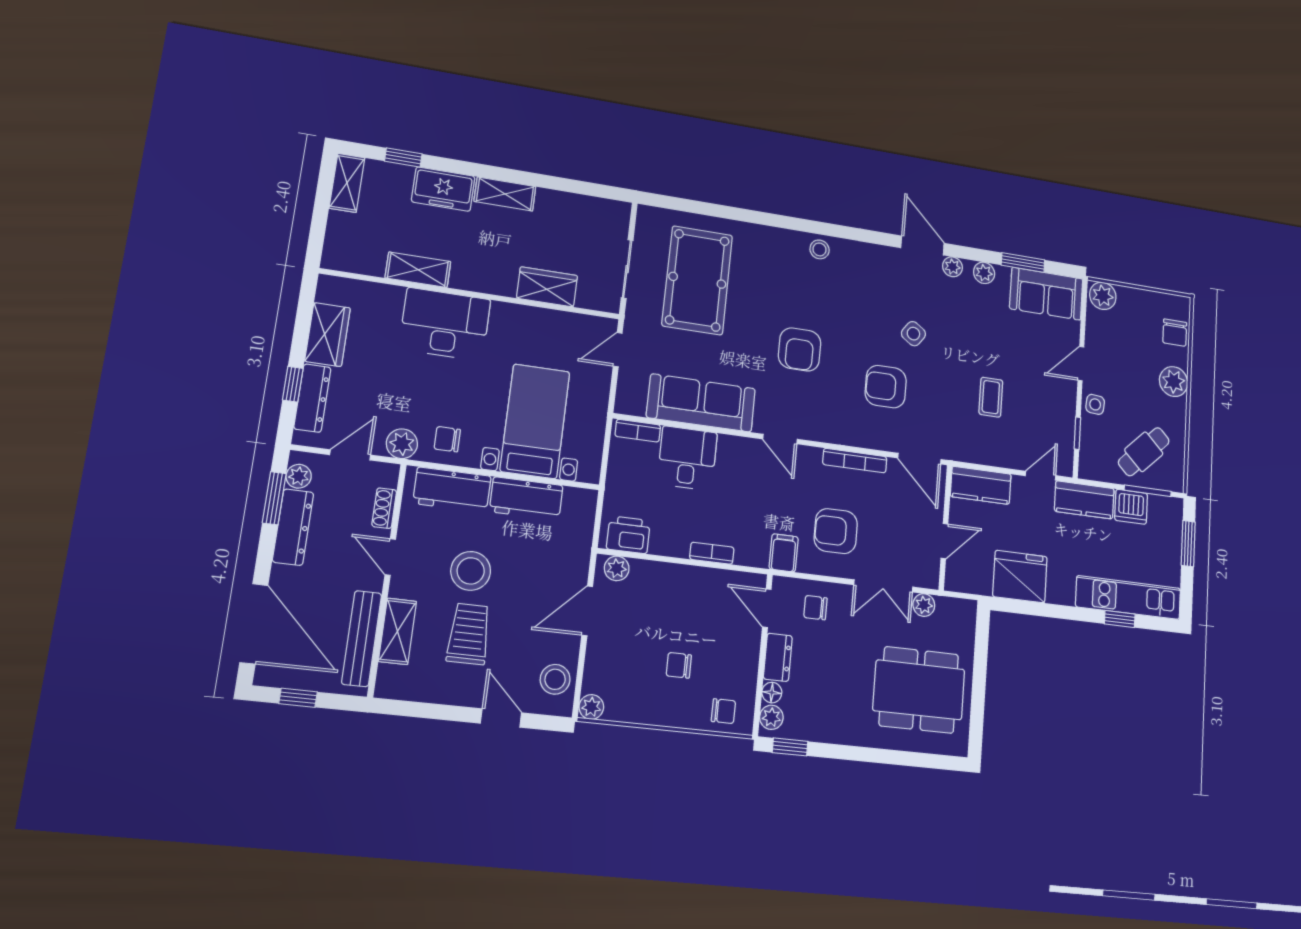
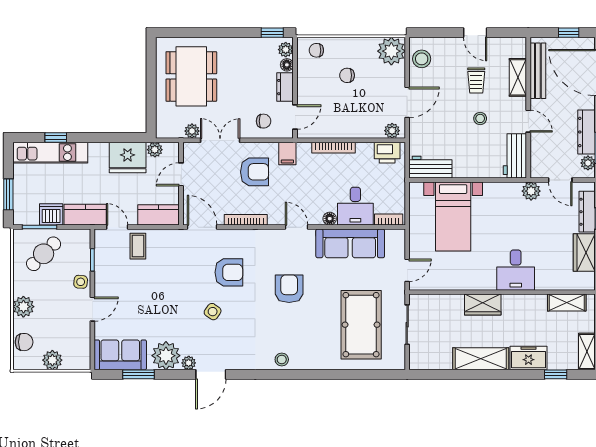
shelving: (505, 194) -> (481, 359), width x1.50, depth x1.33
door: (923, 245) -> (211, 374), hinge flipped
shelving: (418, 270) -> (567, 303), moved
plant: (984, 273) -> (166, 356), width x1.88, depth x1.88
wardrobe: (547, 287) -> (483, 304), moved
plant: (1103, 296) -> (52, 360), moved
desk: (445, 324) -> (516, 270), width x0.73
chair: (1175, 333) -> (24, 342), turned 90
coffee table: (991, 397) -> (138, 246), moved
chair: (447, 439) -> (505, 198), removed
floor lamp: (729, 445) -> (330, 219), added
door: (350, 455) -> (560, 180), hinge flipped
door: (1041, 476) -> (117, 227), swing flipped
workbench: (452, 490) -> (515, 156), moved, turned -90
workbench: (526, 499) -> (430, 167), moved
shoe rack: (384, 508) -> (536, 150), removed
bookcase: (712, 553) -> (333, 148), width x1.56
stool: (471, 571) -> (480, 118), width x0.53, depth x0.53
plant: (980, 583) -> (155, 150), added
door: (767, 608) -> (295, 117), hinge flipped
trolley: (469, 634) -> (476, 80), width x0.73, depth x0.72
chair: (679, 665) -> (347, 75), turned 180
dining table: (919, 690) -> (191, 76), turned 90
plant: (591, 707) -> (391, 51), width x1.88, depth x1.88
door: (501, 718) -> (475, 33), moved

